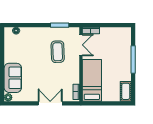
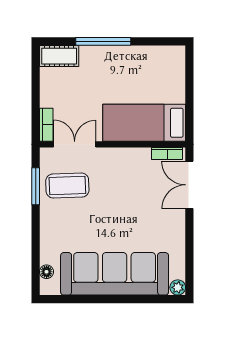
coffee table: (58, 52) -> (67, 186), moved
sofa: (13, 78) -> (115, 274), width x1.85, depth x1.27
cot: (126, 91) -> (59, 56), moved
double door: (50, 103) -> (189, 185), moved

